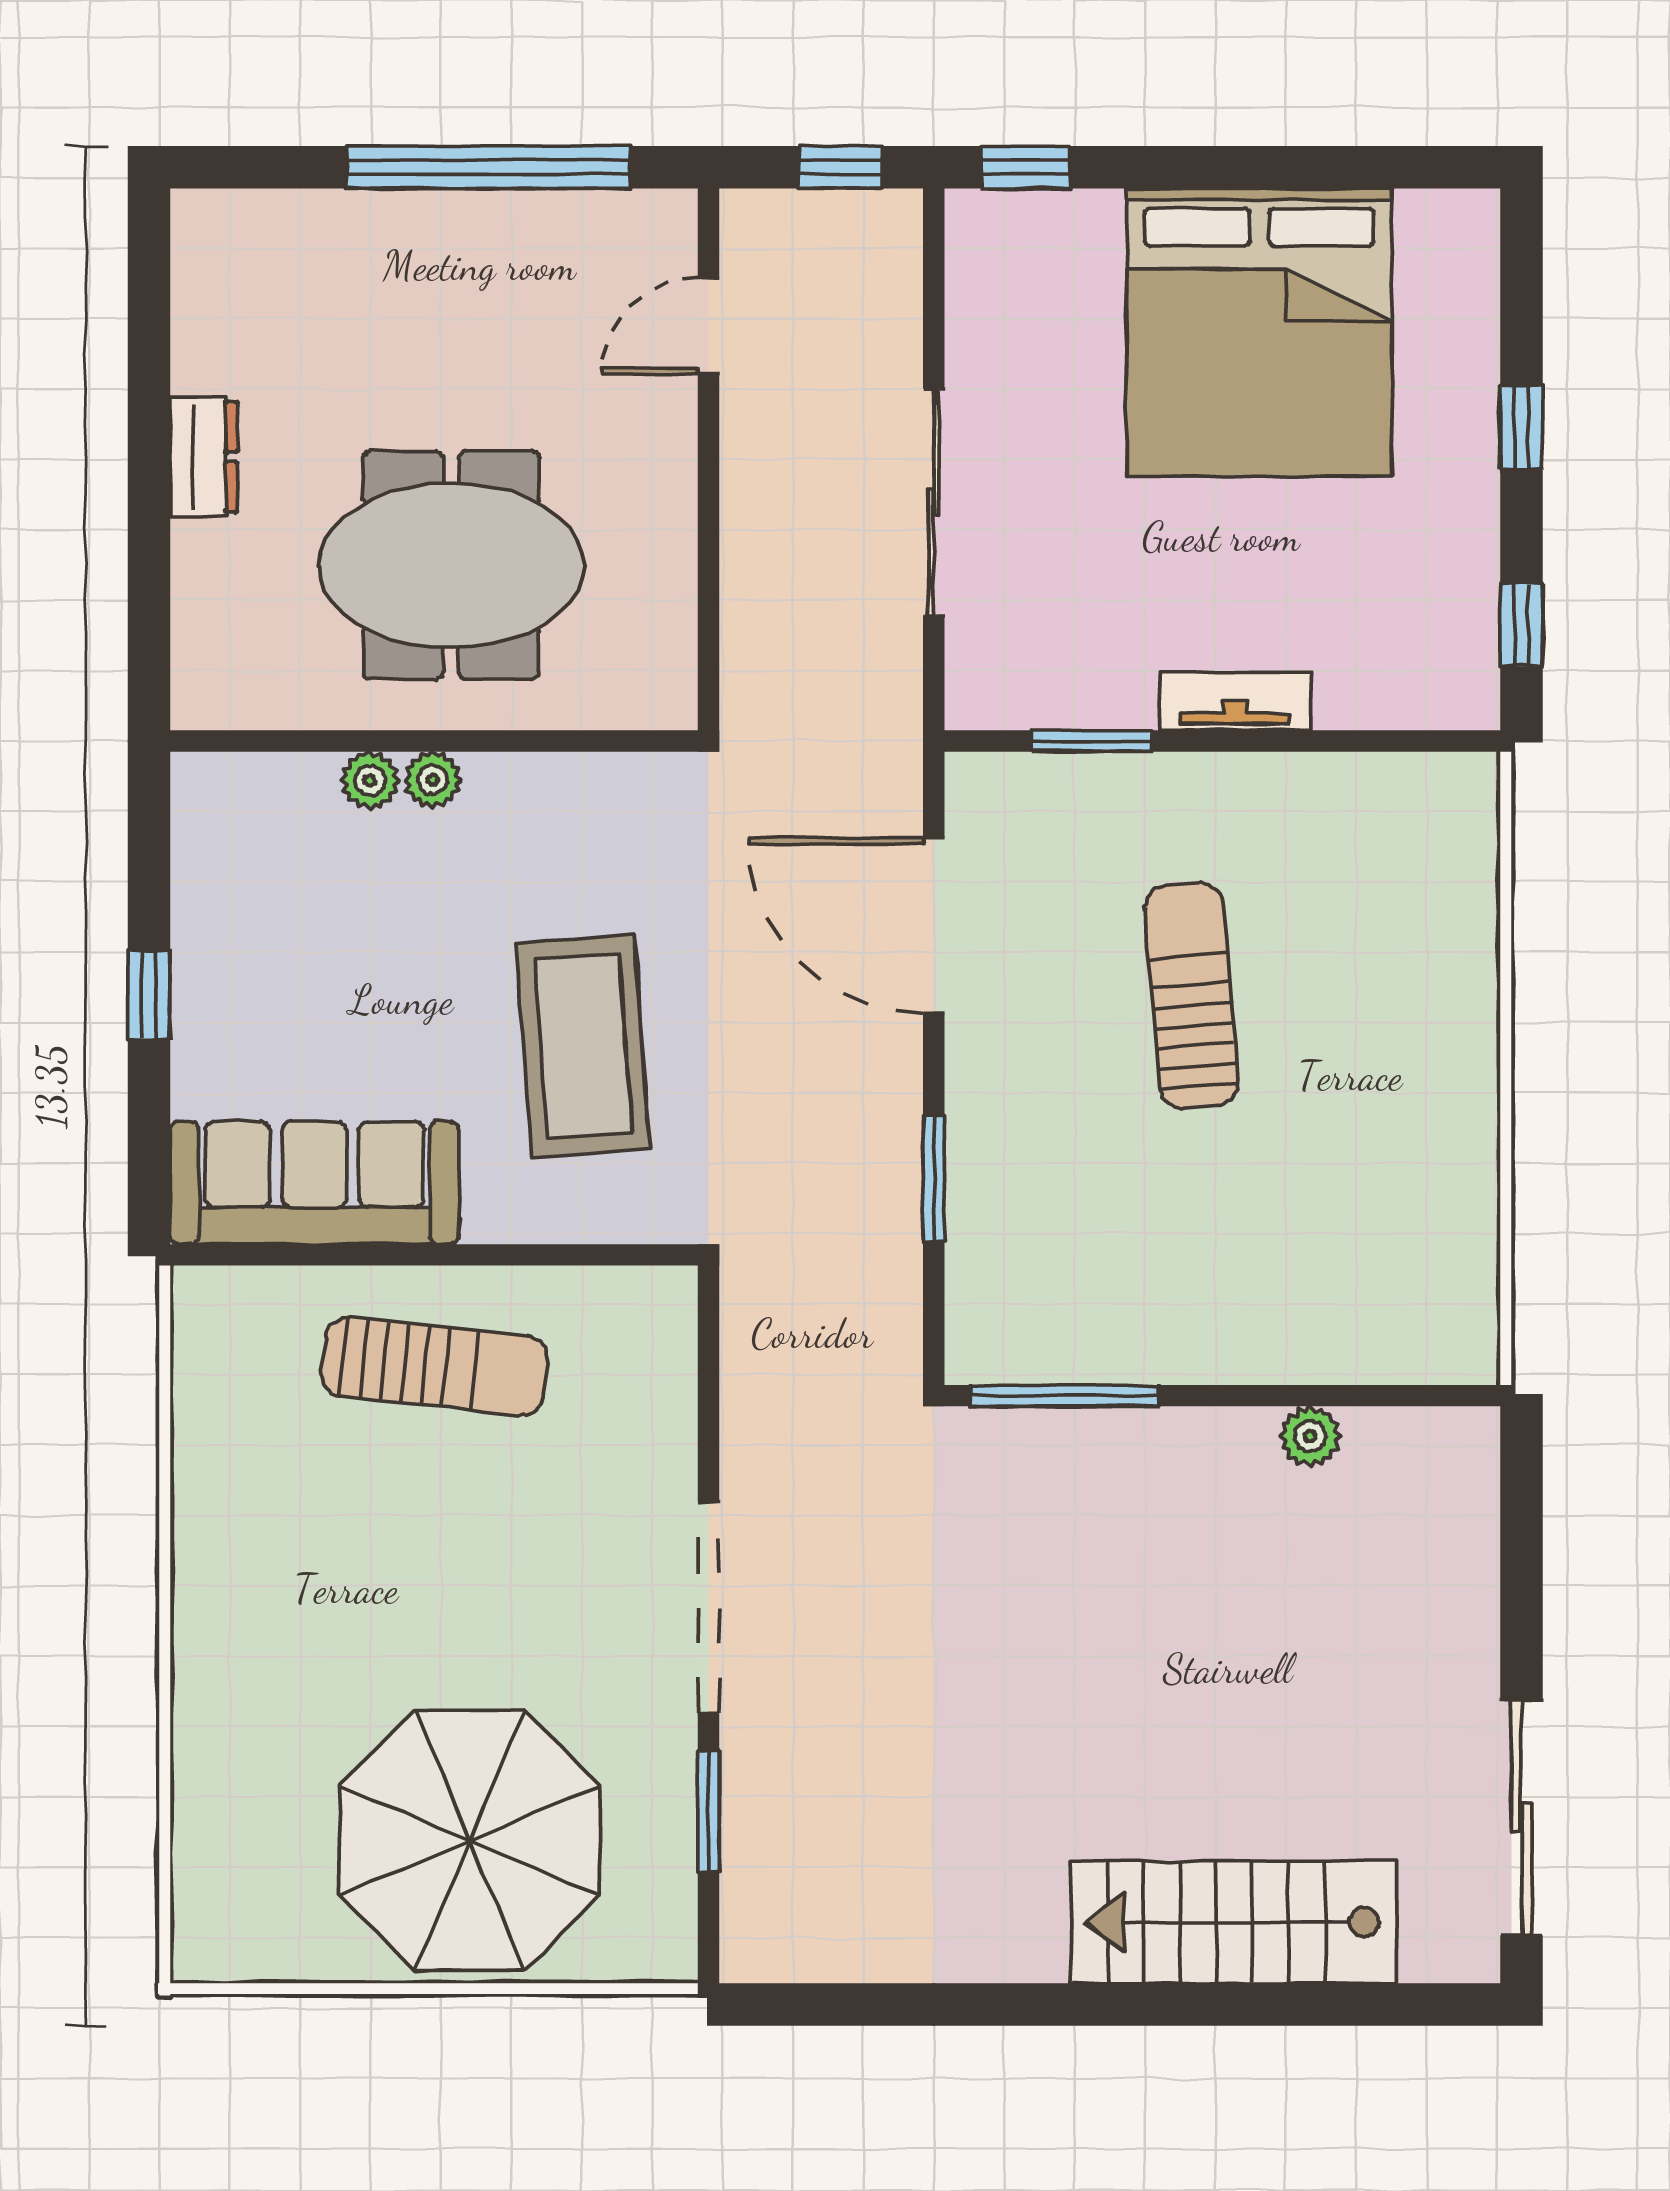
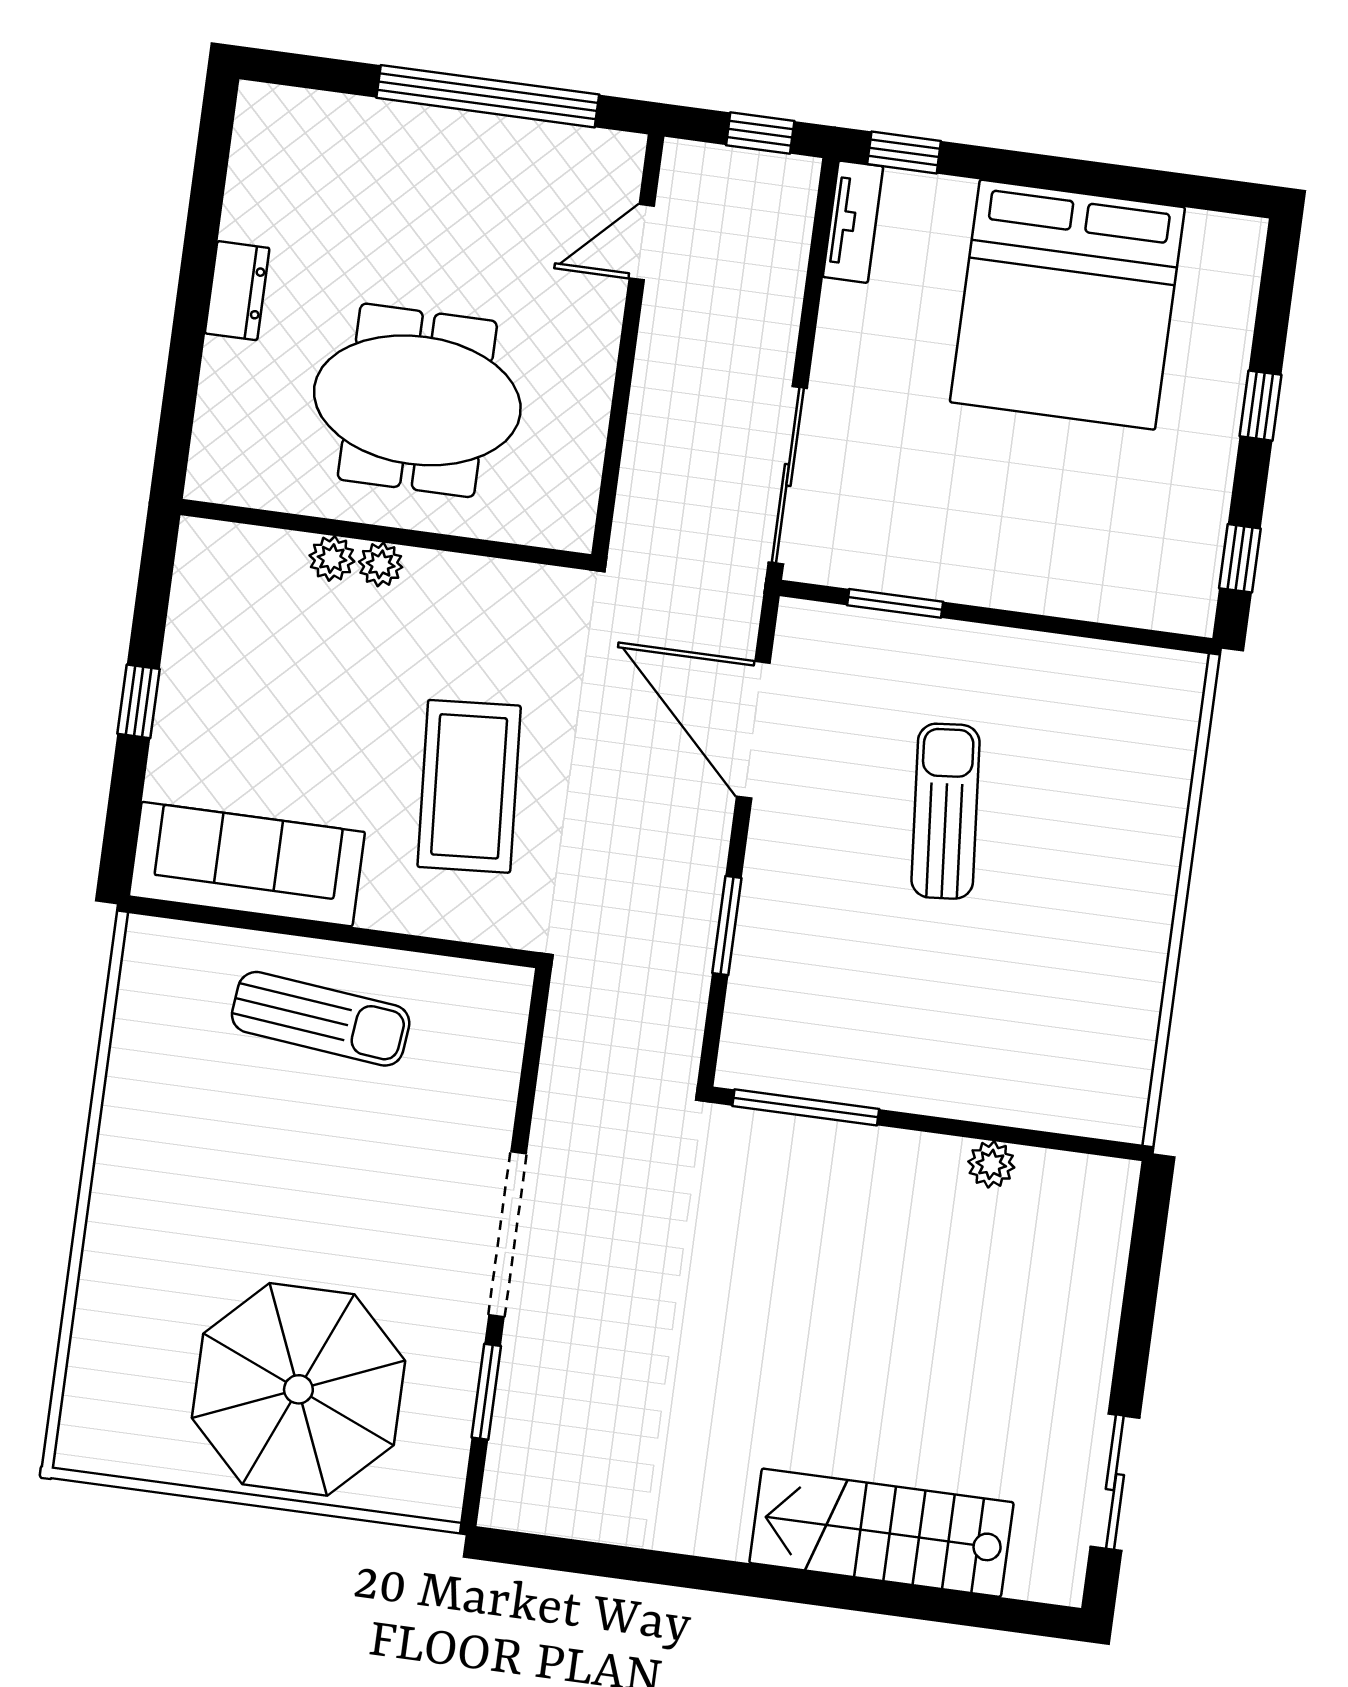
sliding door: (934, 503) -> (788, 475), moved
tv unit: (1235, 702) -> (853, 222), moved, turned 90
sliding door: (1522, 1818) -> (1115, 1482), width x0.73

